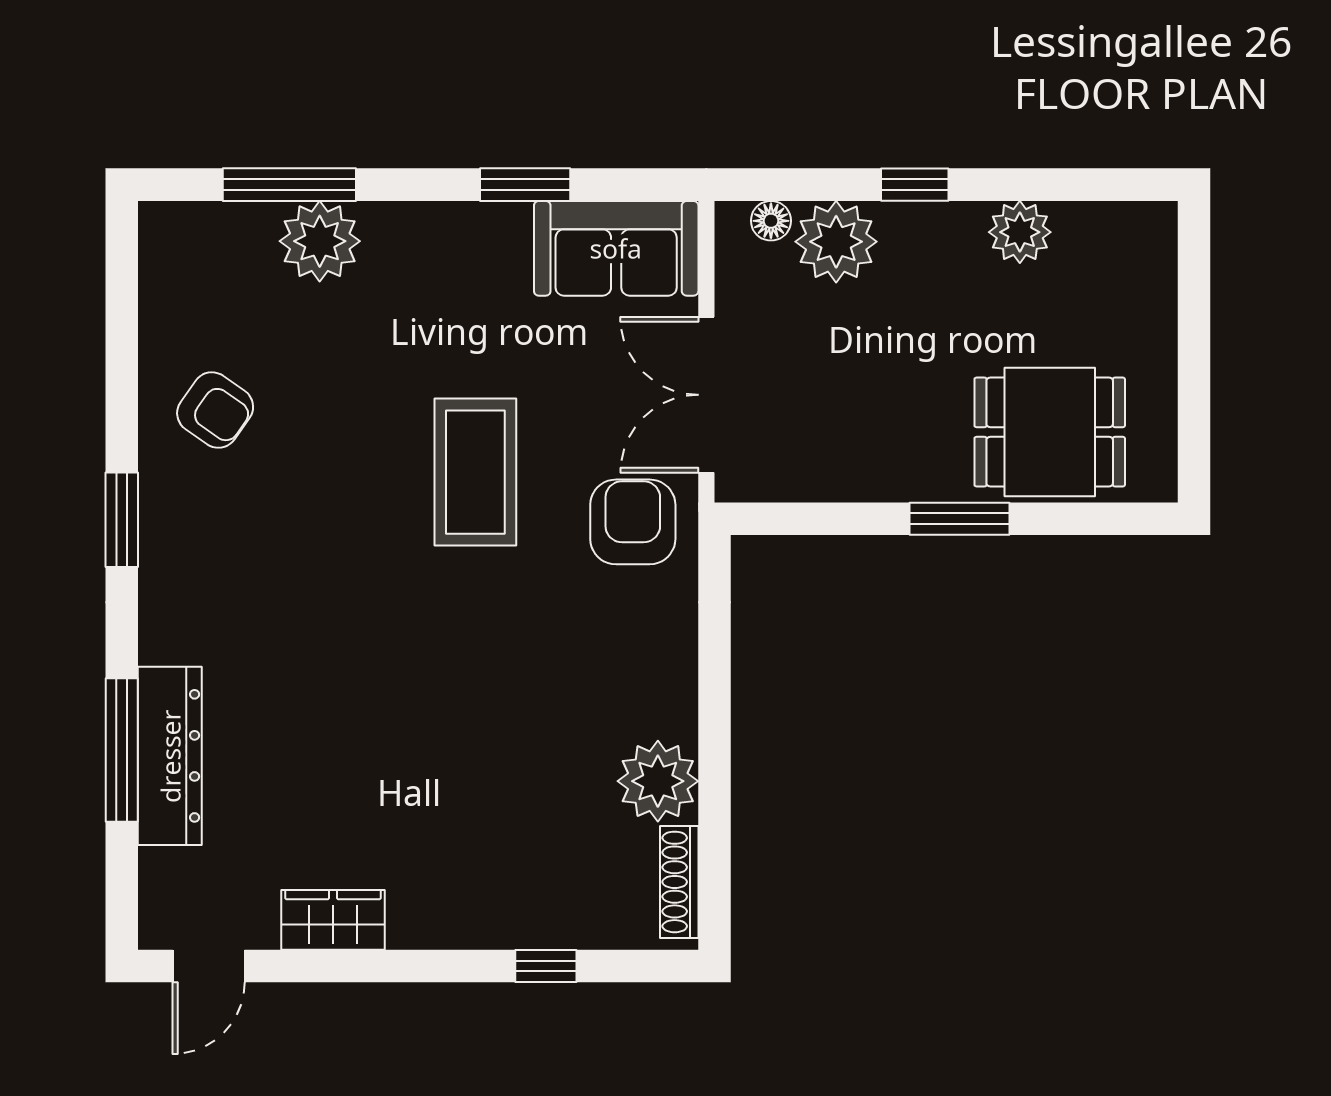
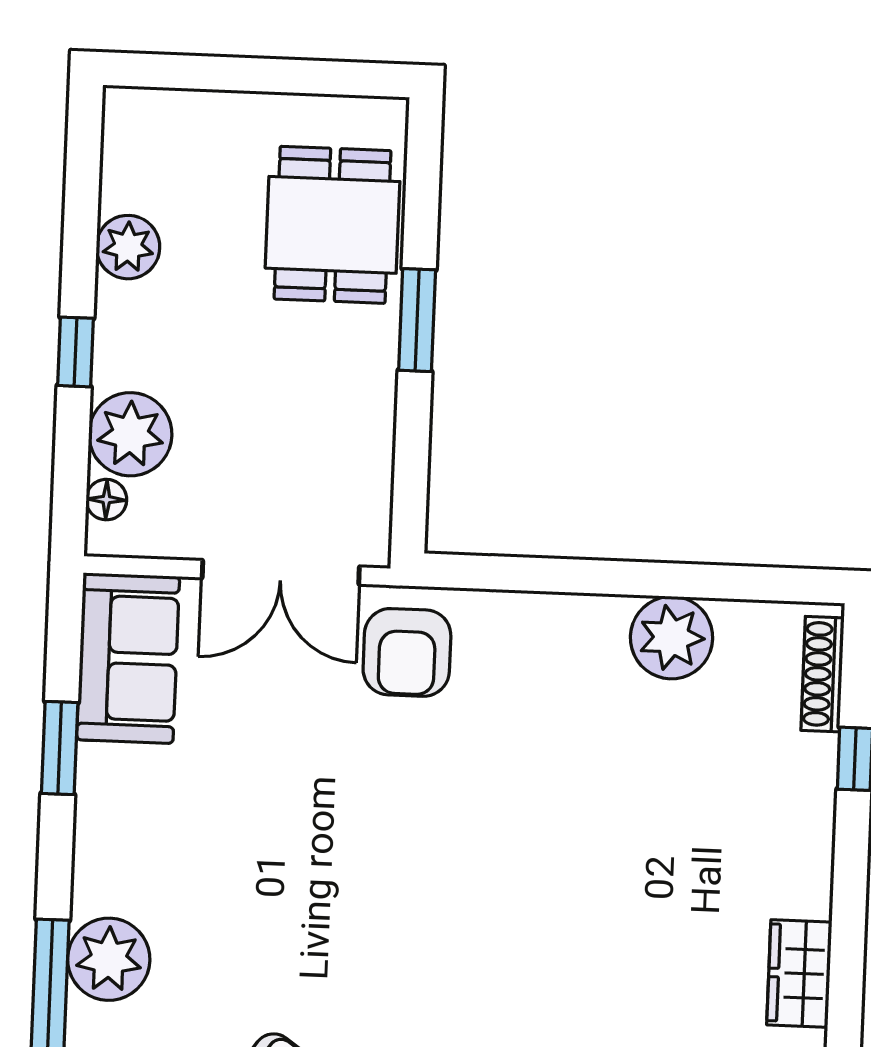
coffee table: (475, 472) -> (350, 810), removed
armchair: (633, 522) -> (407, 652), turned -90
shoe rack: (679, 882) -> (822, 674), moved, turned 90

